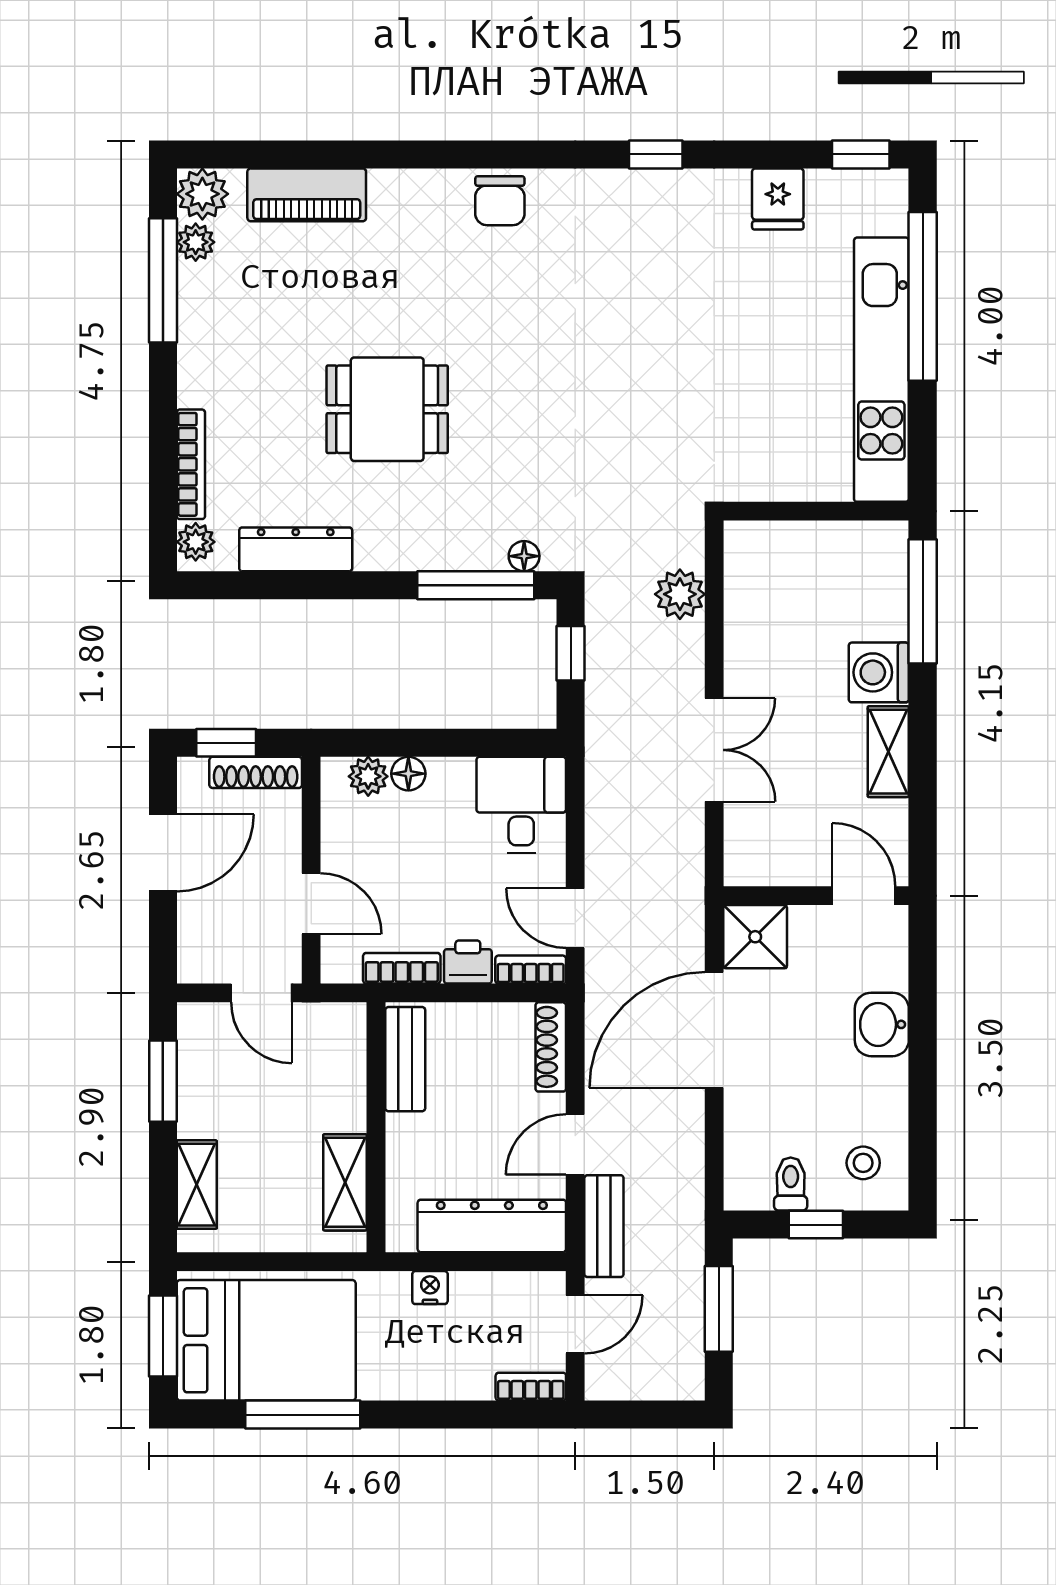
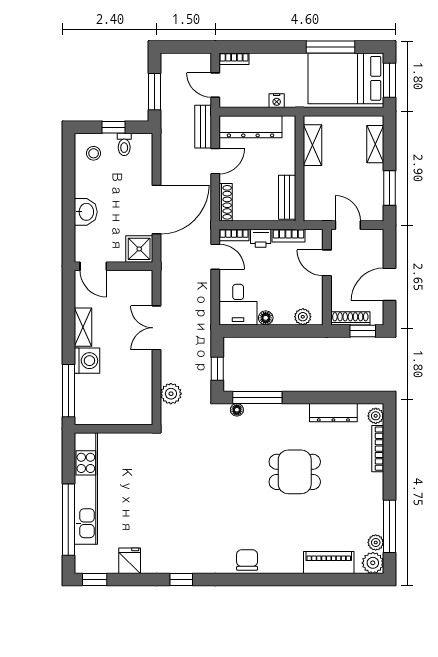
floor lamp: (408, 774) -> (266, 318), moved
door: (575, 1324) -> (215, 85), hinge flipped

